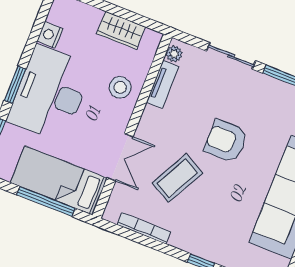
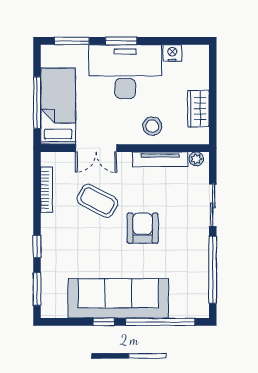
tv unit: (163, 84) -> (160, 159), width x1.41

